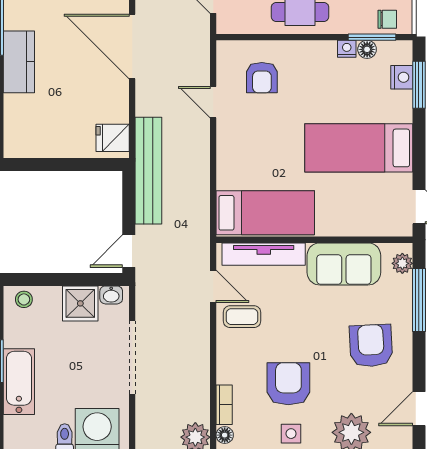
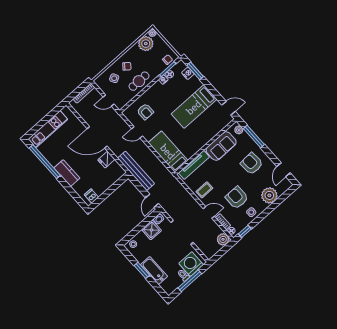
fridge: (113, 138) -> (106, 160), moved
dishwasher: (26, 144) -> (91, 196), added
bed: (265, 213) -> (168, 152), moved, turned -90
door: (213, 286) -> (209, 212), moved

